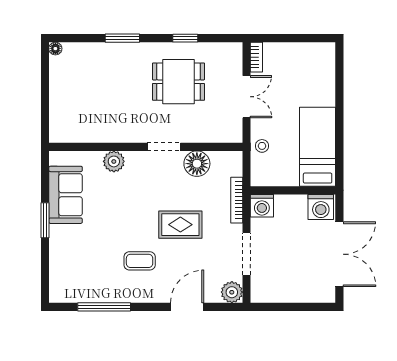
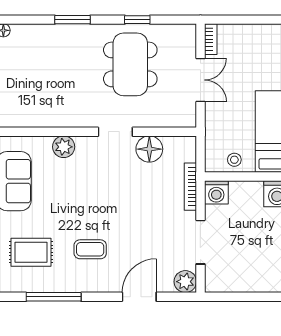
dining table: (178, 82) -> (130, 64), width x1.38
stool: (262, 146) -> (234, 160), moved
rug: (180, 225) -> (31, 252), moved

